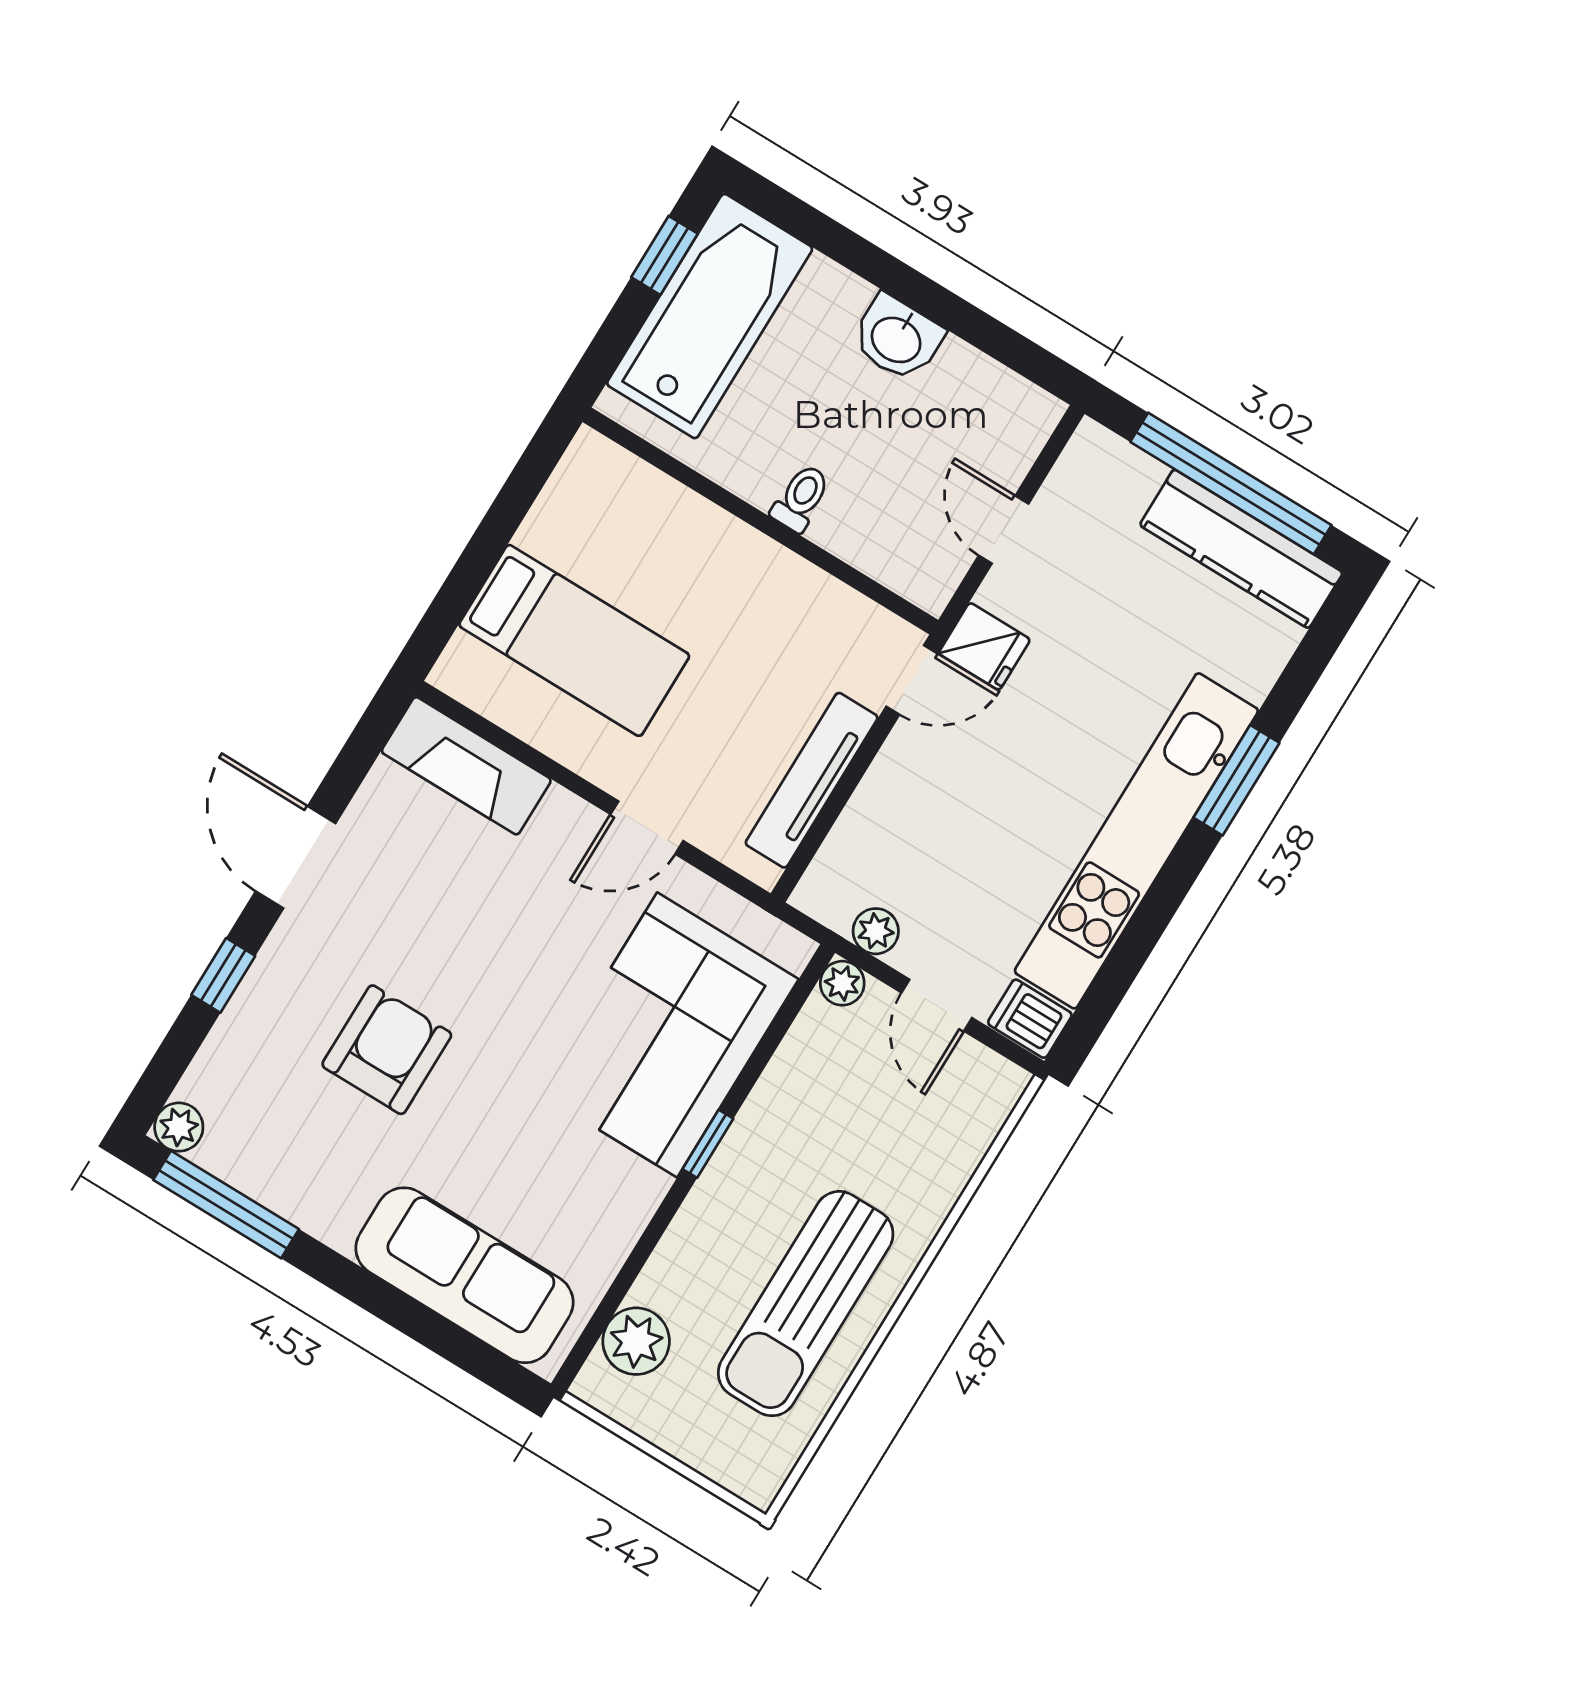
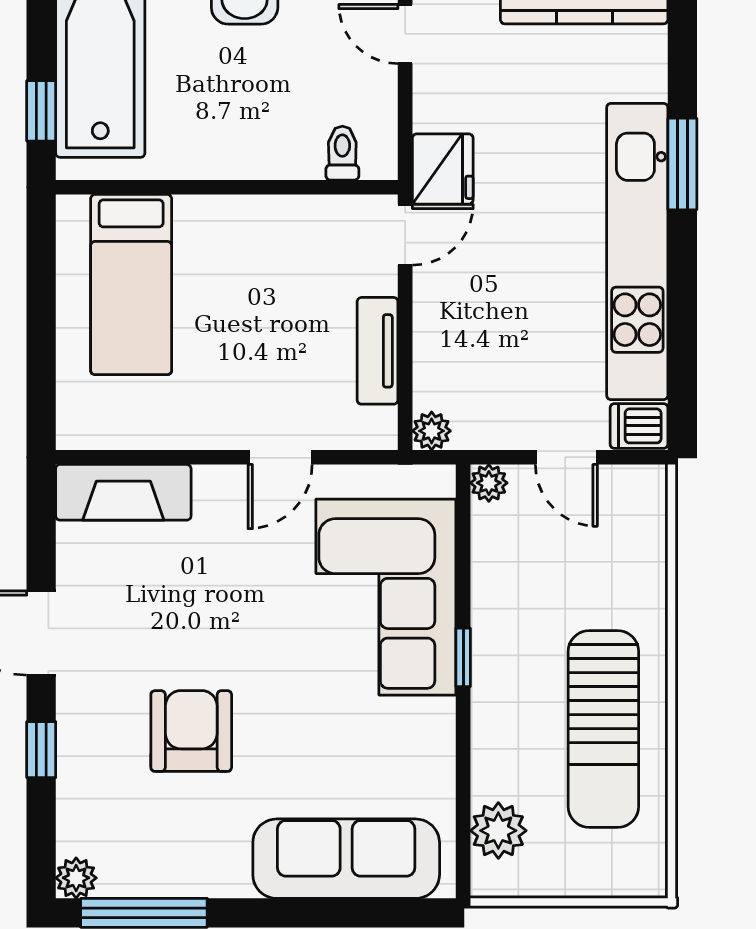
window: (664, 255) -> (41, 111), moved
toilet: (801, 498) -> (342, 153), moved
door: (1004, 530) -> (405, 34), moved
bed: (574, 640) -> (131, 285), moved, turned 90
fridge: (984, 646) -> (443, 169), width x1.38
tv unit: (812, 780) -> (378, 351), width x0.71
plant: (876, 931) -> (432, 431), moved

